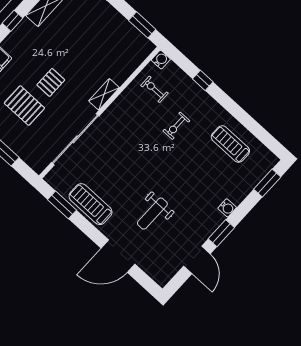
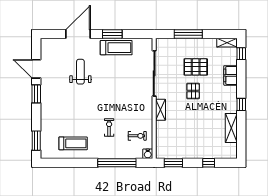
window: (203, 80) -> (117, 163), width x3.17
window: (62, 205) -> (112, 34), moved
water cooler: (227, 208) -> (45, 109), removed

